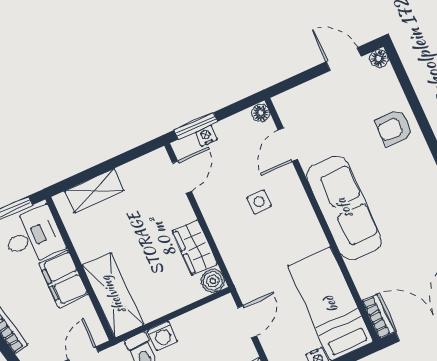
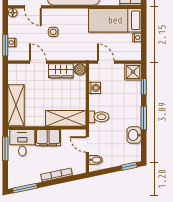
door: (182, 177) -> (38, 62), moved
shelving: (94, 191) -> (16, 105), width x1.50, depth x1.33
washing machine: (162, 336) -> (95, 88), moved

